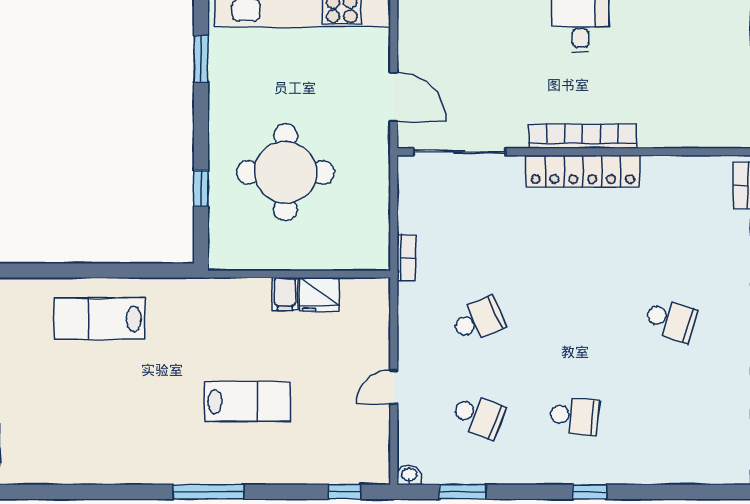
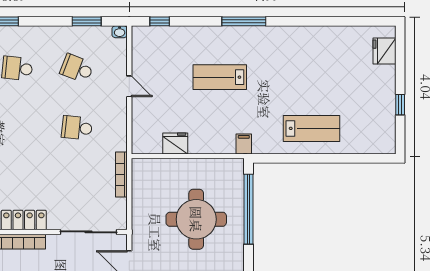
window: (201, 188) -> (249, 209), width x3.17
bookcase: (406, 258) -> (121, 174), width x1.56
filing cabinet: (285, 294) -> (244, 144), moved
school desk: (478, 320) -> (77, 128), turned 30
door: (394, 387) -> (129, 86), hinge flipped

